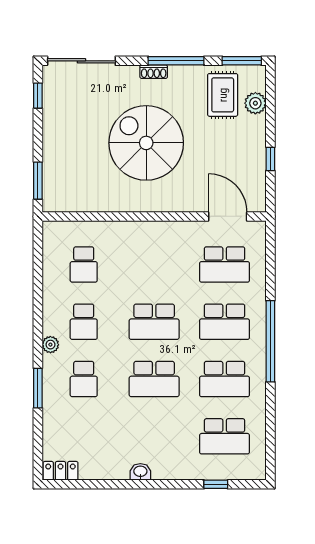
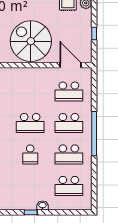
spiral stairs: (146, 143) -> (31, 41), moved
school desk: (154, 379) -> (30, 154), width x0.54
washbasin: (140, 472) -> (43, 205), moved
window: (216, 484) -> (31, 212), moved

